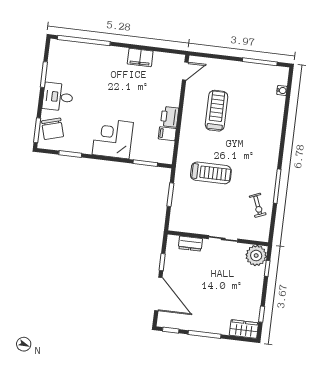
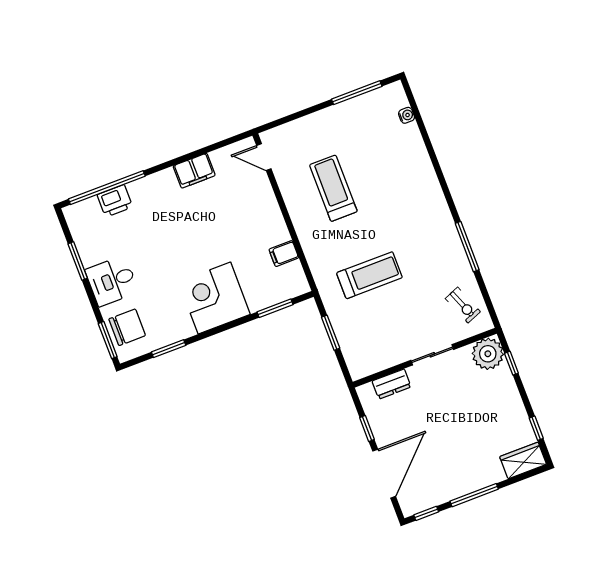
door: (185, 71) -> (264, 157), swing flipped
printer: (170, 117) -> (115, 201), moved, turned -90
chair: (53, 129) -> (127, 327), turned -74
exercise bike: (258, 205) -> (463, 305), moved
door: (158, 294) -> (384, 474), hinge flipped

